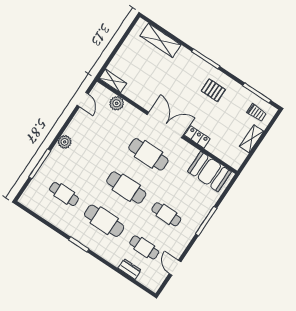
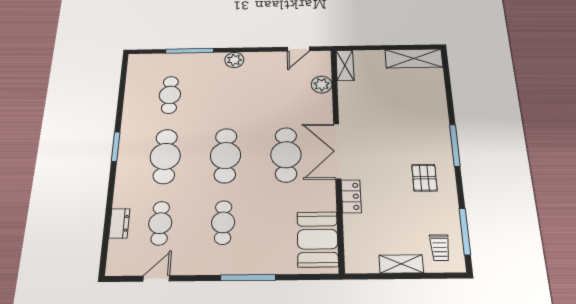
shelving: (160, 40) -> (414, 58), moved, turned 90
double door: (165, 125) -> (337, 151), swing flipped

